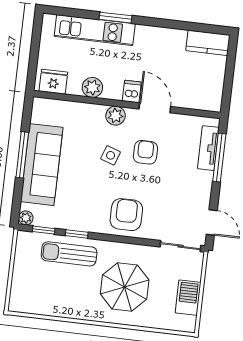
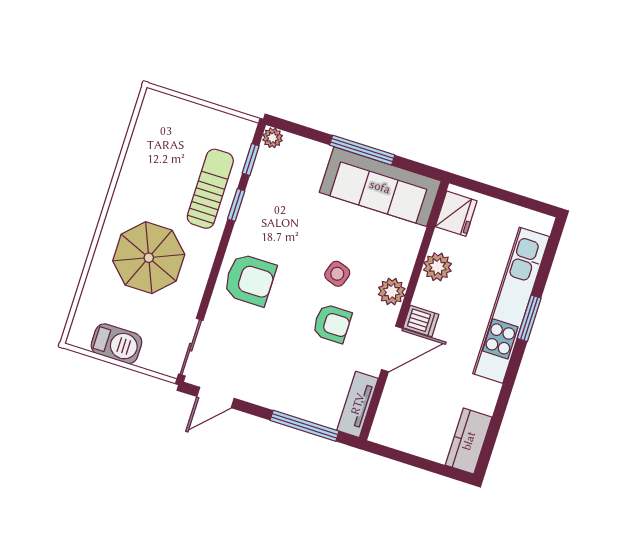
kitchen unit: (95, 30) -> (511, 305), width x1.36
tv unit: (208, 148) -> (358, 404), moved, turned -90
sofa: (42, 165) -> (380, 187), moved

